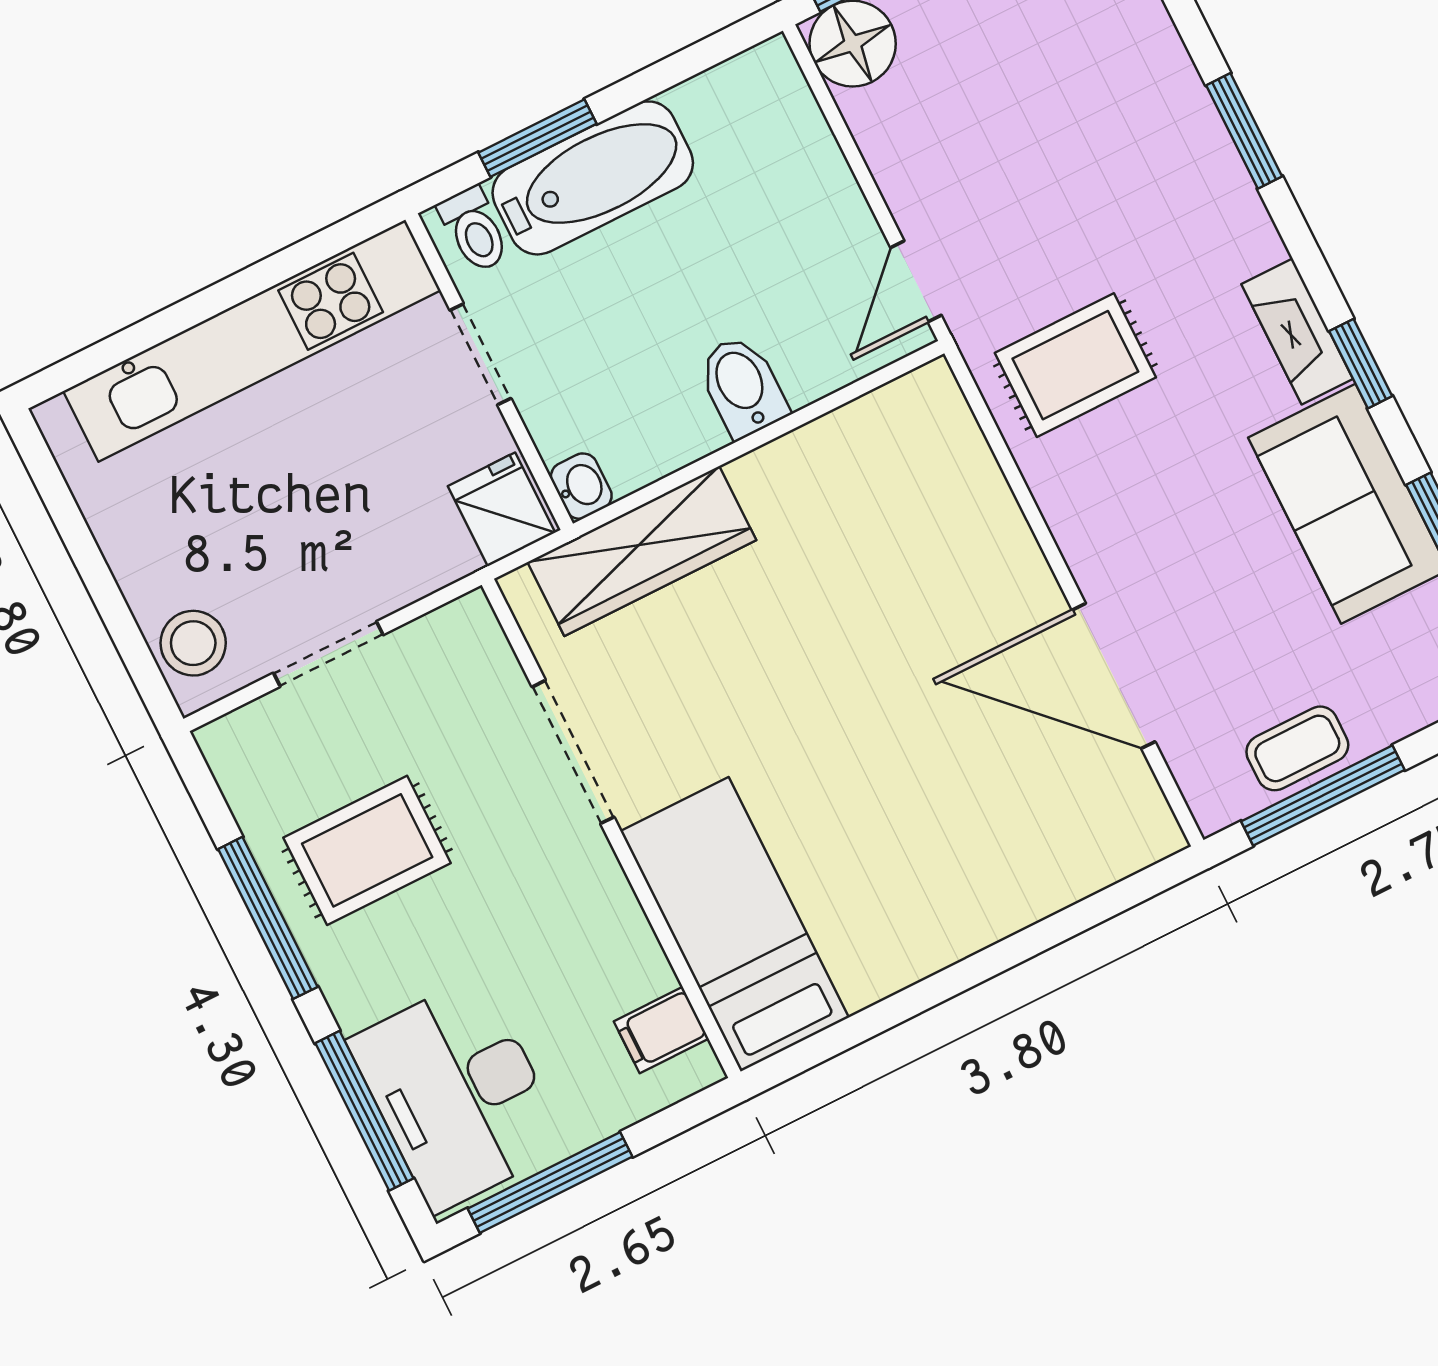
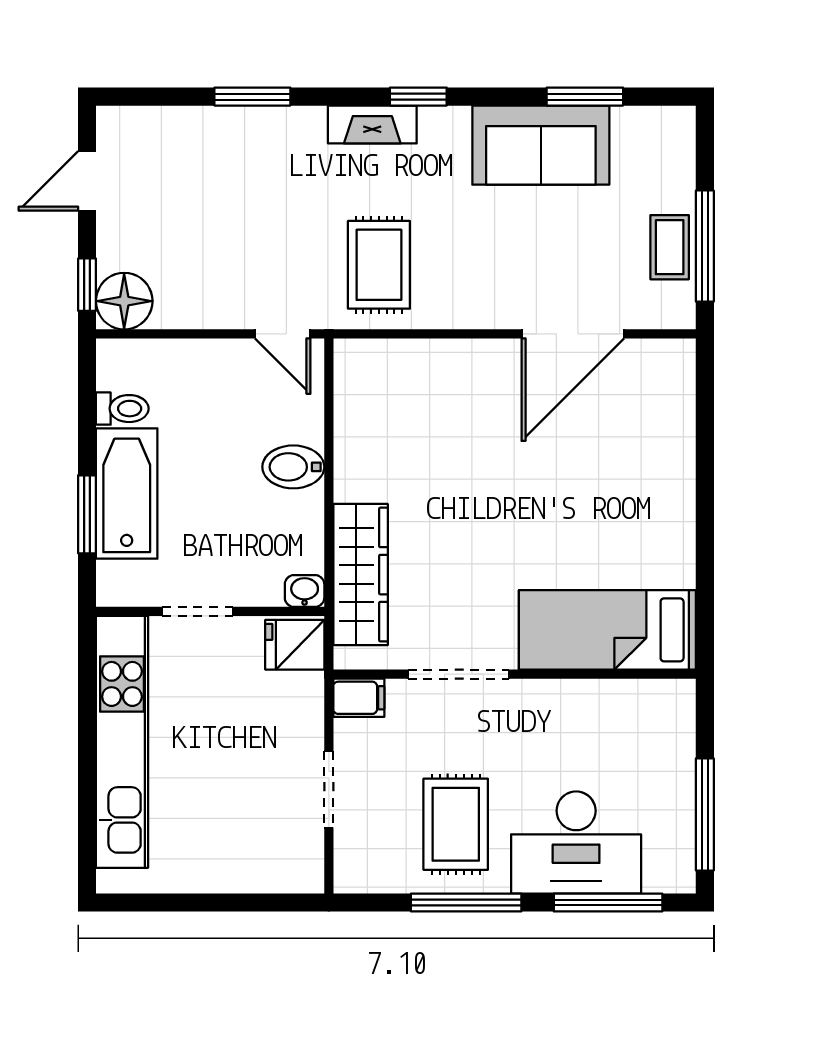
window: (1244, 131) -> (252, 97), moved
toilet: (474, 230) -> (122, 409), moved
fireplace: (1297, 331) -> (372, 124), moved
window: (1361, 364) -> (418, 97), moved
stool: (193, 643) -> (283, 865), removed
filing cabinet: (661, 1030) -> (359, 698), moved, turned -90
desk: (458, 1094) -> (576, 842), moved

